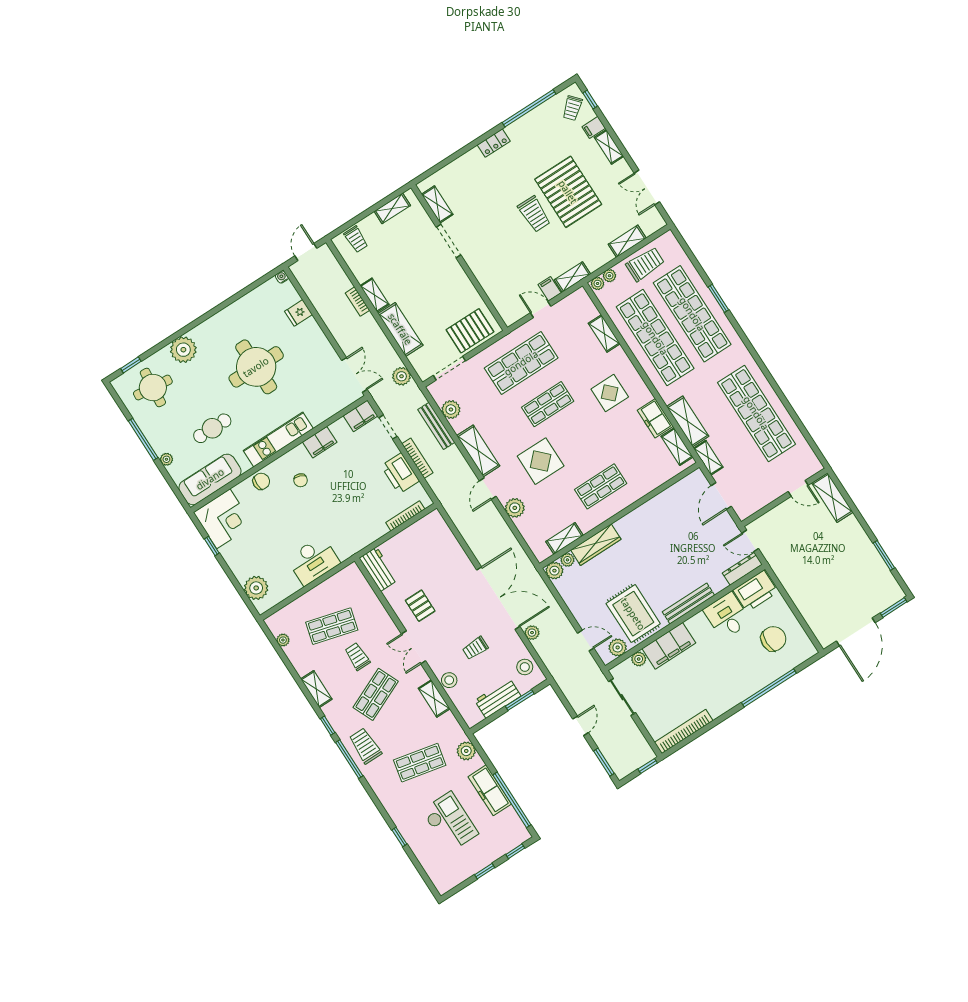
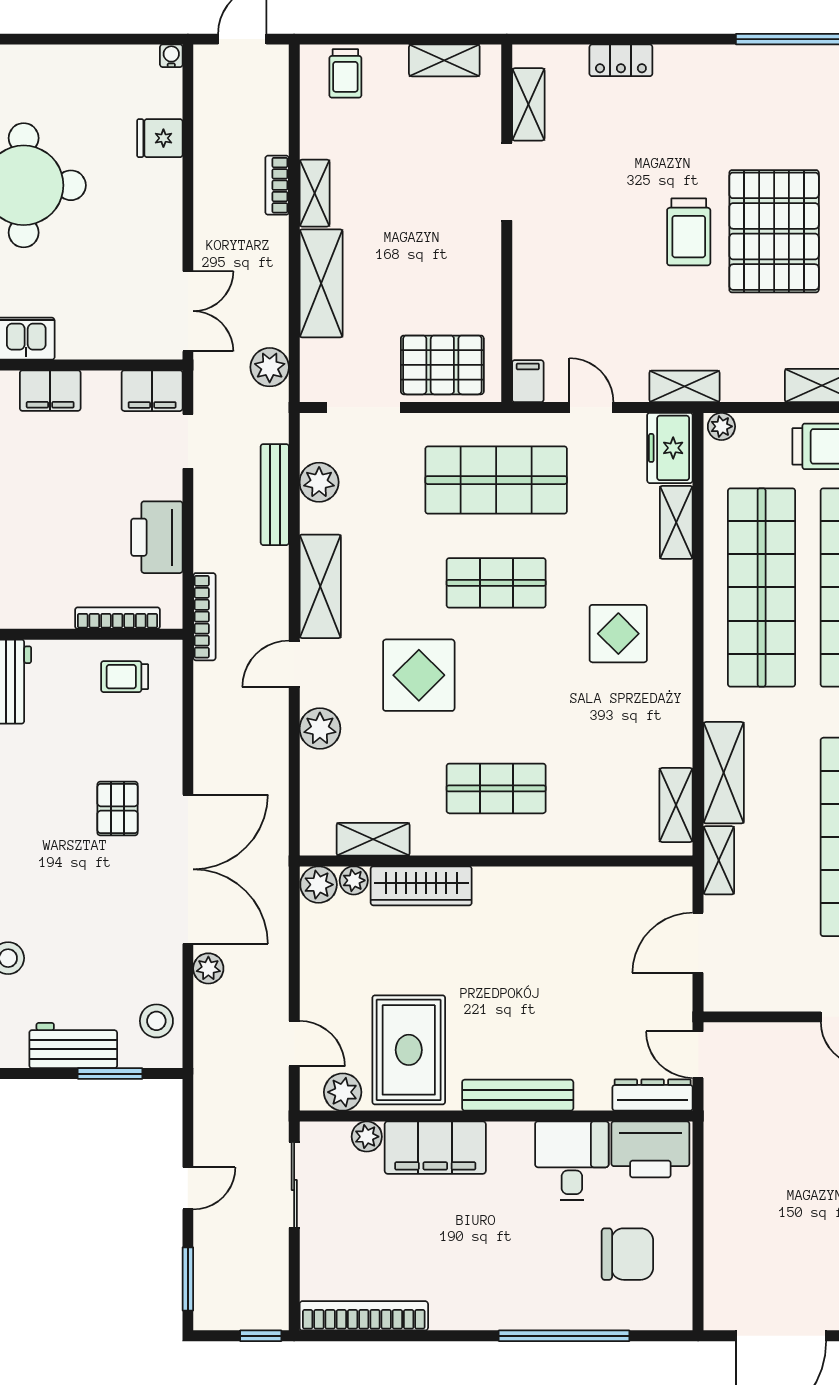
locker: (494, 143) -> (621, 60), moved
plant: (609, 276) -> (751, 426), removed
filing cabinet: (550, 289) -> (528, 381), moved
freezer: (655, 418) -> (670, 448), moved
bookcase: (417, 458) -> (204, 617), moved
pallet: (420, 606) -> (118, 809), moved
trolley: (475, 648) -> (125, 677), moved

